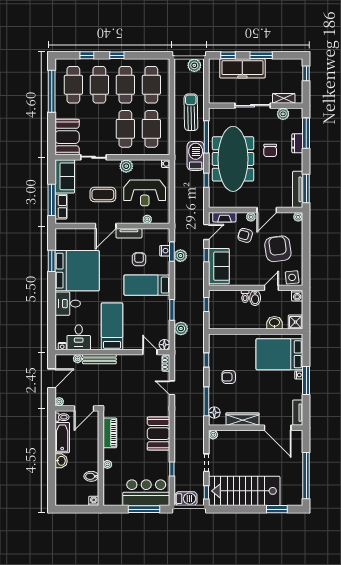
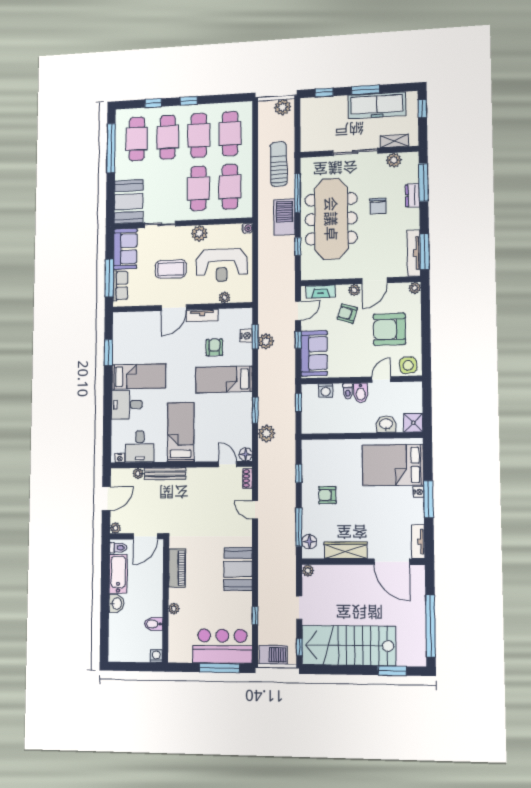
freezer: (242, 68) -> (377, 105), moved
armchair: (278, 249) -> (389, 329), turned -82
bed: (77, 271) -> (139, 376), width x0.49
washing machine: (297, 296) -> (326, 391), moved

